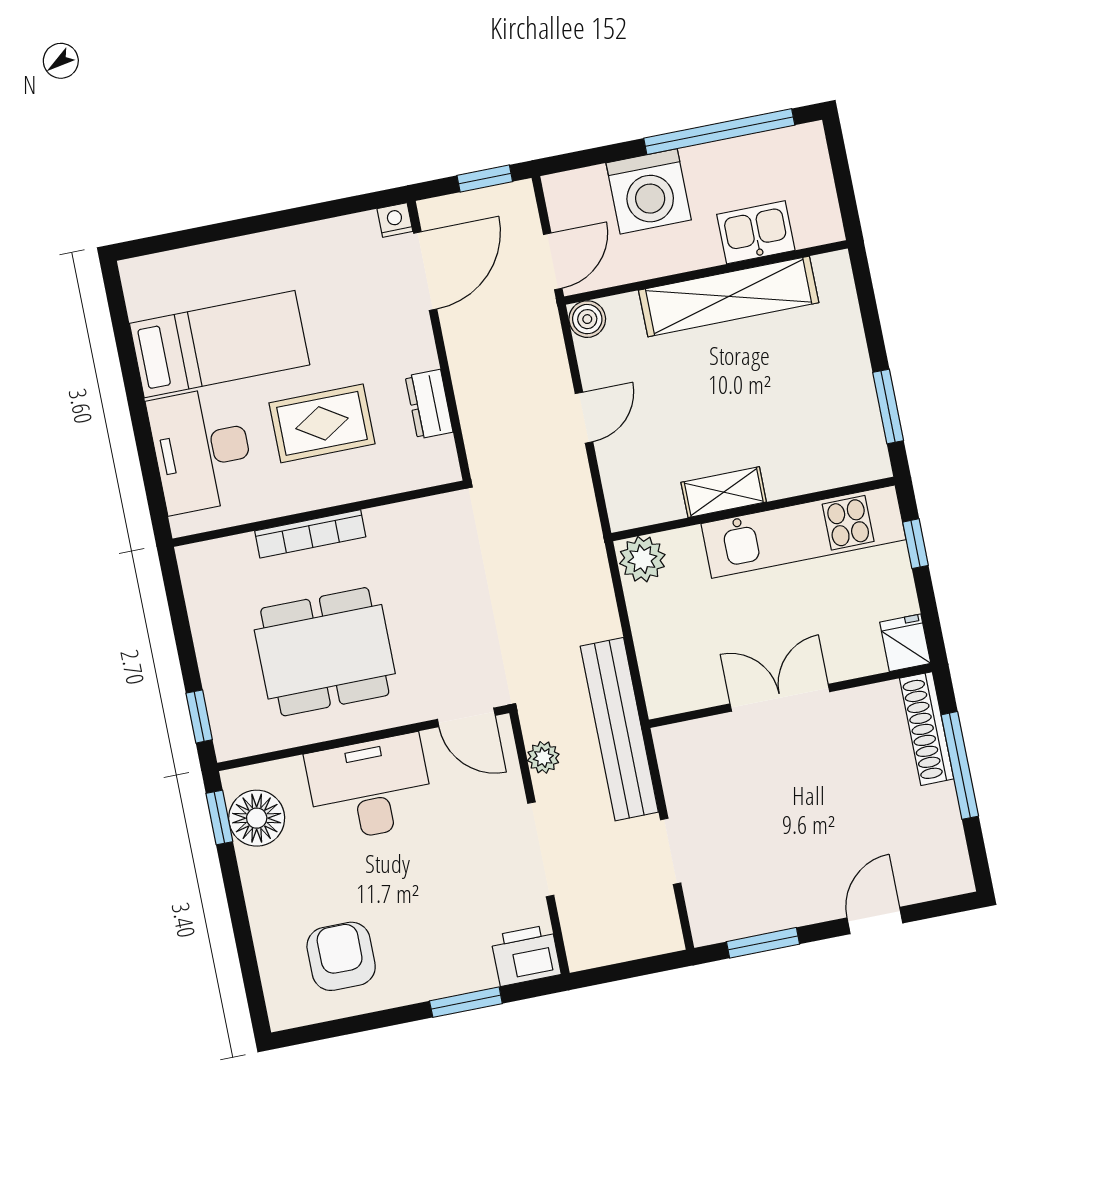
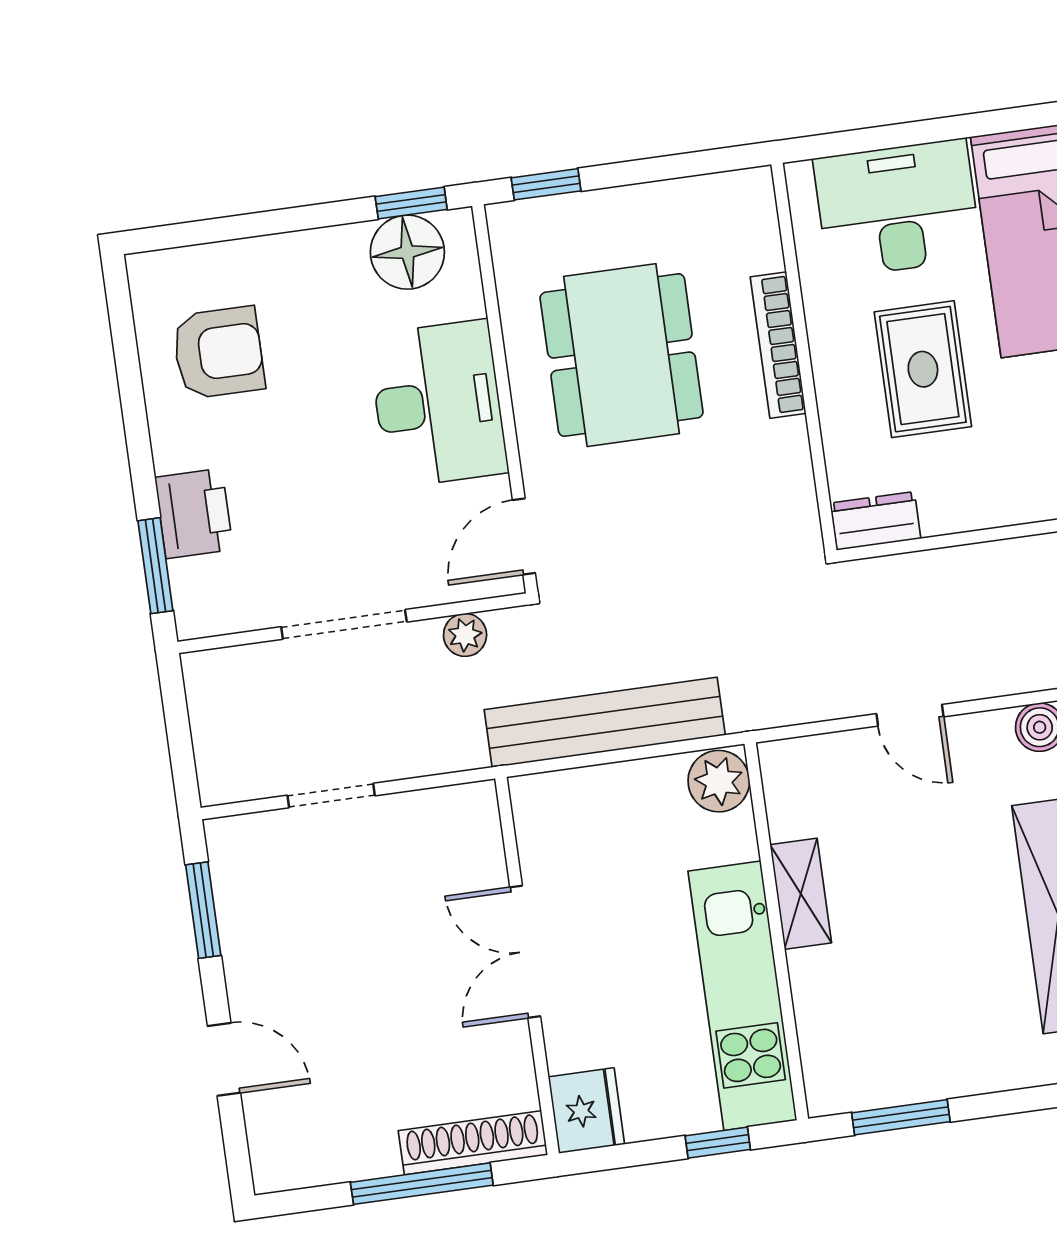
dresser: (429, 404) -> (876, 521), moved
fridge: (905, 643) -> (586, 1111), width x1.38
double door: (780, 698) -> (525, 952), swing flipped
bench: (619, 729) -> (605, 722), moved
printer: (526, 955) -> (194, 513), moved
window: (466, 1002) -> (155, 566), moved

